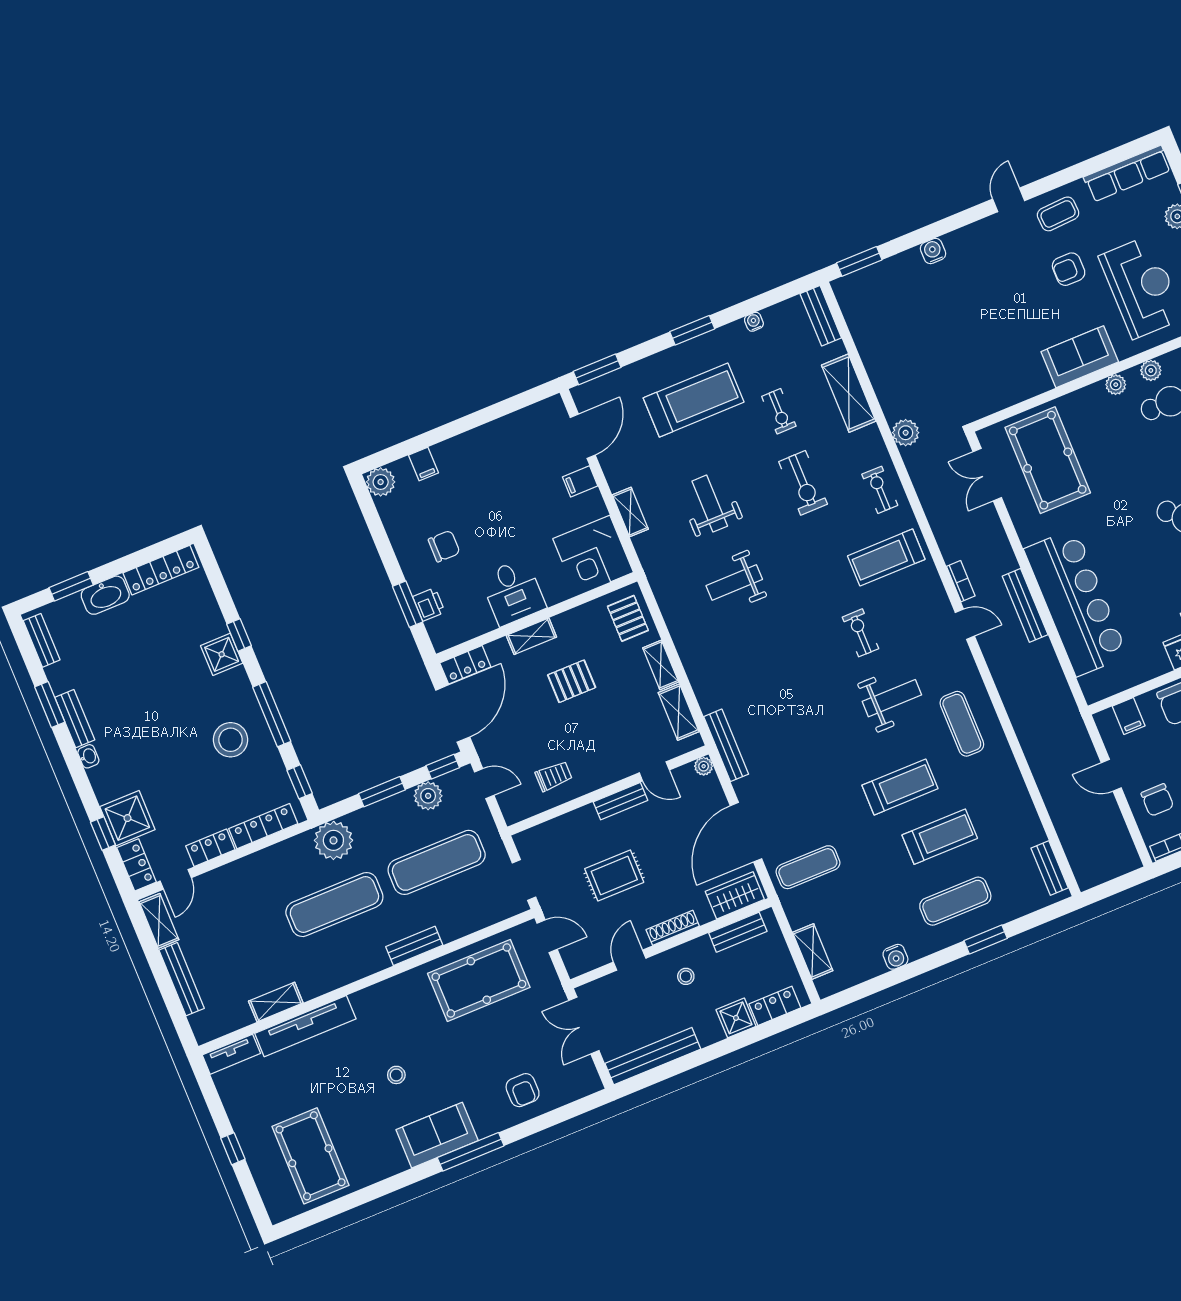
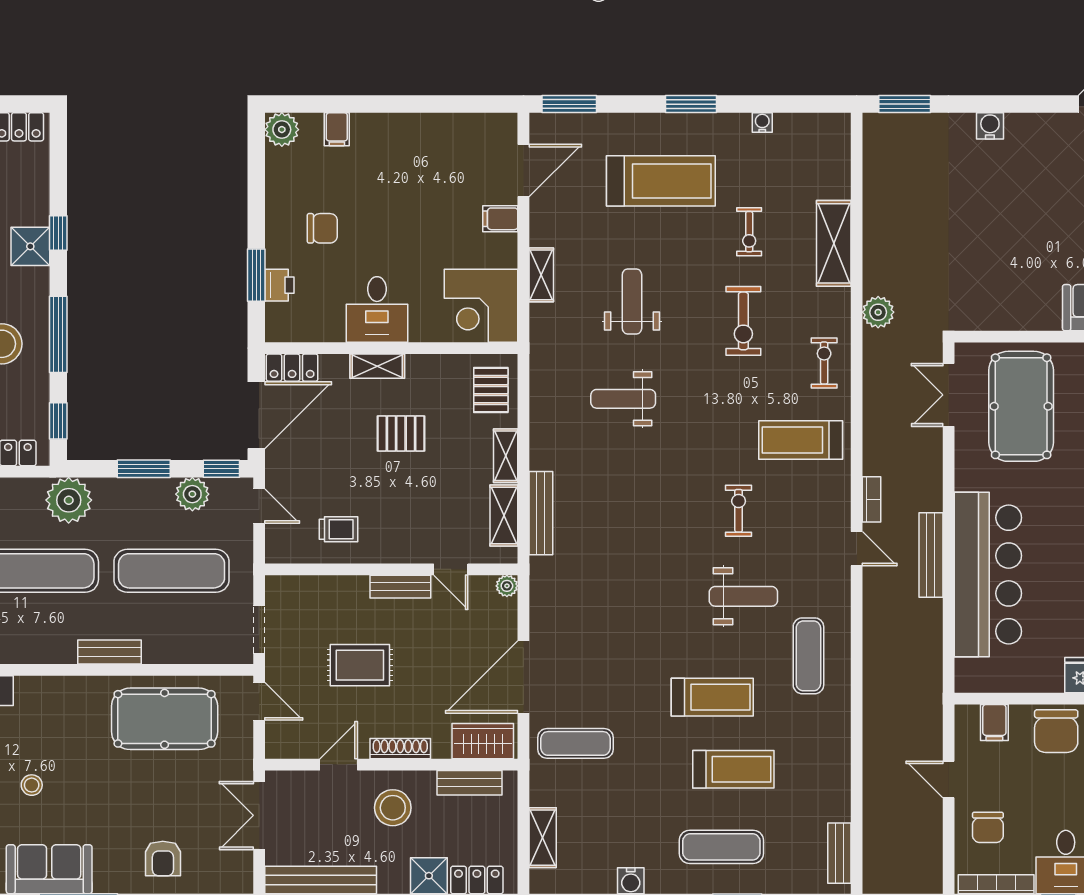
bench: (821, 316) -> (838, 146), removed
bench: (726, 745) -> (541, 513), moved
stool: (686, 976) -> (393, 808), width x1.89, depth x1.89

